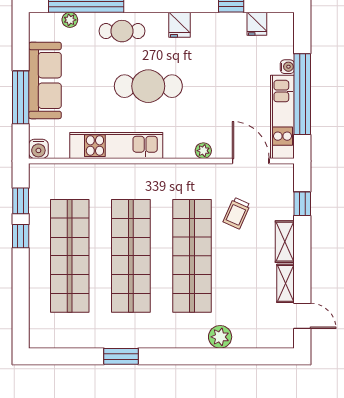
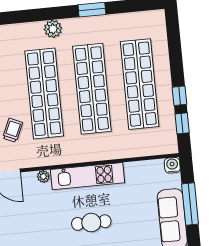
cafe table: (148, 86) -> (91, 223), width x0.73, depth x0.74
kitchen unit: (116, 146) -> (87, 176), moved
plant: (220, 337) -> (53, 29), moved

